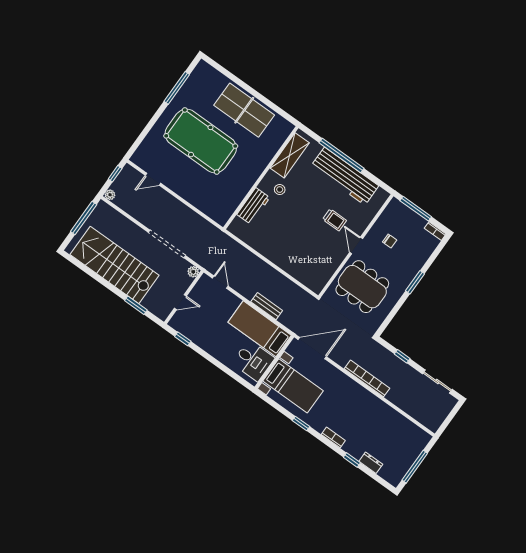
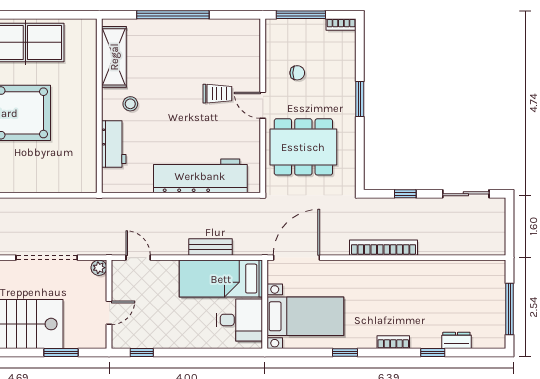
workbench: (345, 176) -> (200, 176), moved, turned 180

